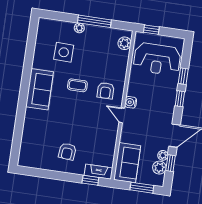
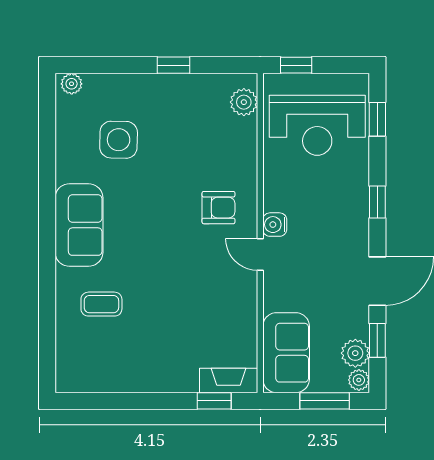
window: (94, 21) -> (174, 65), width x0.46
plant: (79, 28) -> (72, 84), moved
window: (183, 76) -> (377, 119), moved
coffee table: (77, 85) -> (101, 304), moved
armchair: (106, 91) -> (218, 208), turned -90
armchair: (67, 152) -> (157, 348), removed
plant: (163, 155) -> (359, 380), moved

